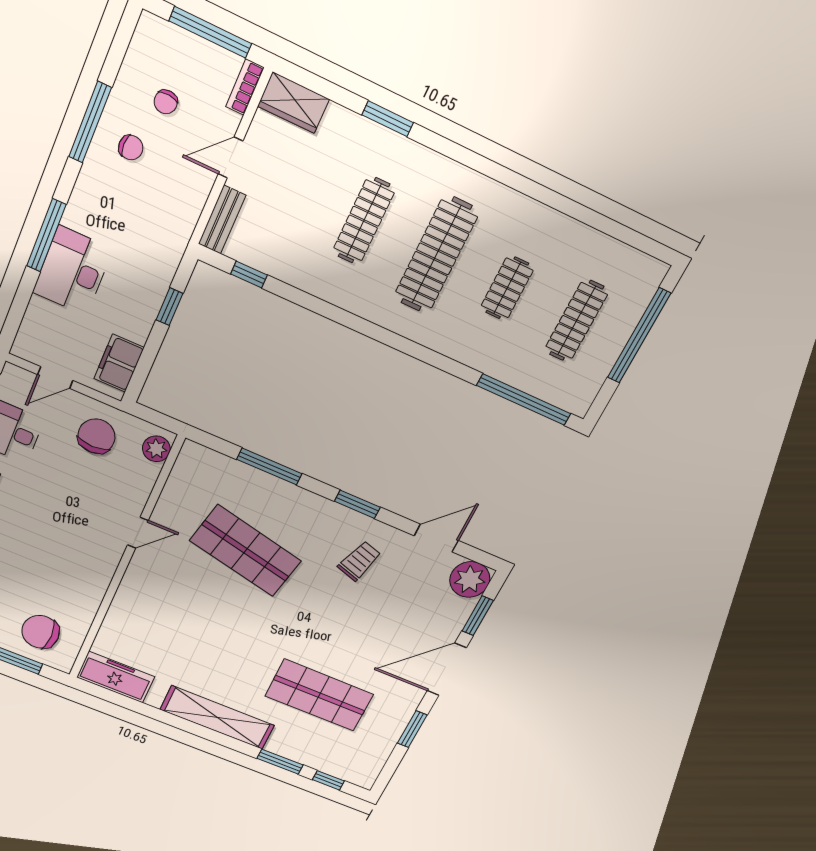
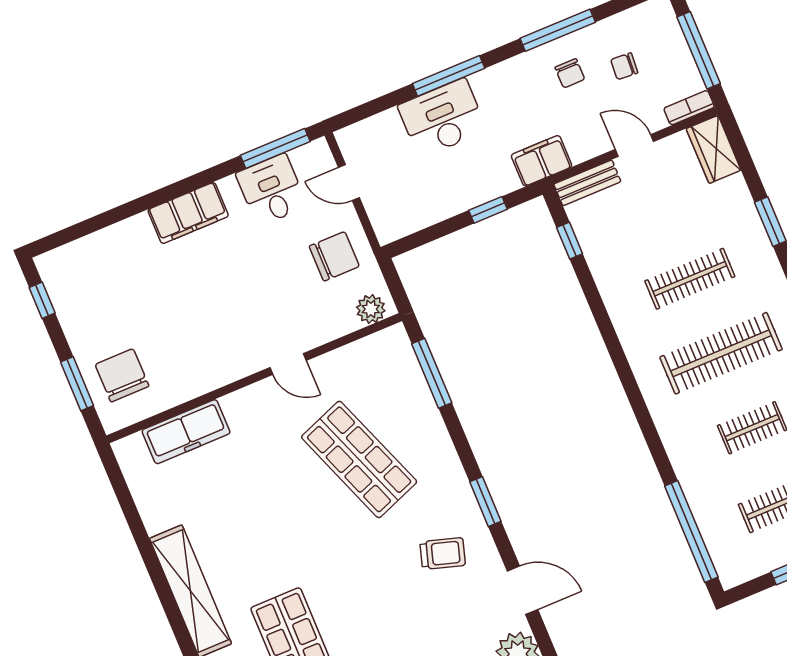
filing cabinet: (119, 363) -> (542, 161), moved
window: (269, 467) -> (432, 373), moved
shop shelf: (245, 551) -> (359, 459), turned -33
freezer: (116, 677) -> (186, 432), moved, turned 90

